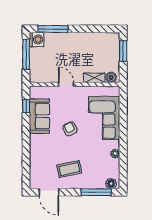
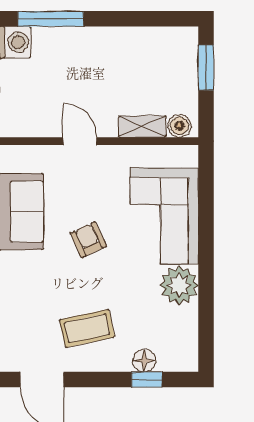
plant: (115, 154) -> (179, 285), width x1.88, depth x1.88
floor lamp: (111, 184) -> (144, 361), moved
window: (96, 192) -> (147, 380), width x0.46

